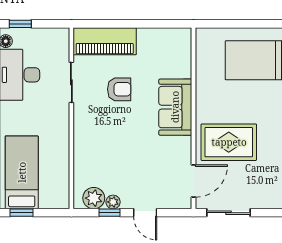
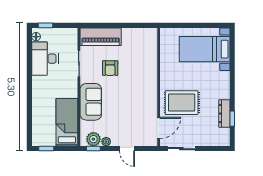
armchair: (119, 89) -> (110, 68), turned 90
sofa: (175, 107) -> (91, 102), moved, turned 180
bed: (22, 172) -> (67, 122), moved
window: (110, 213) -> (93, 149), moved

